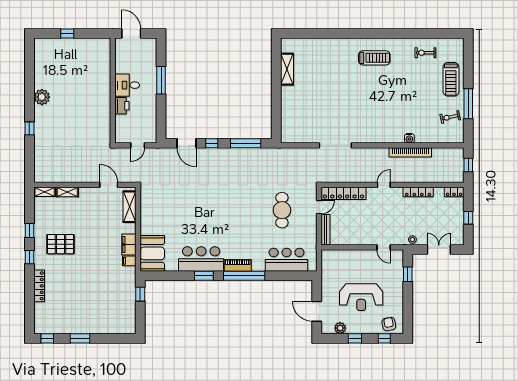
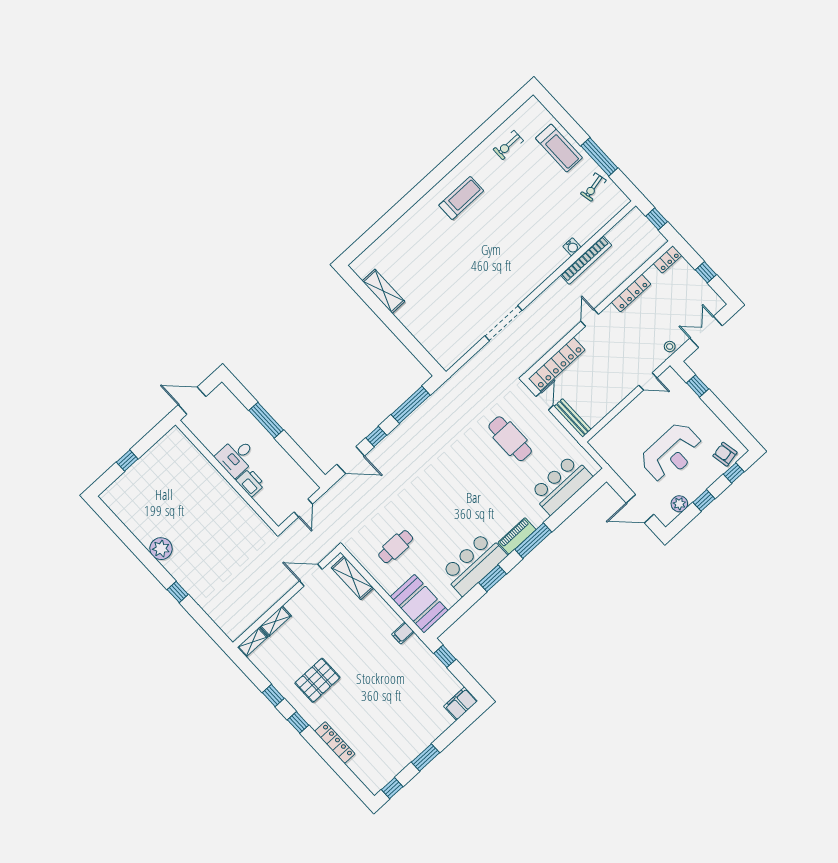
cafe table: (168, 211) -> (396, 547), added
filing cabinet: (129, 245) -> (461, 704), moved, turned 90
window: (244, 276) -> (533, 541), width x0.68

